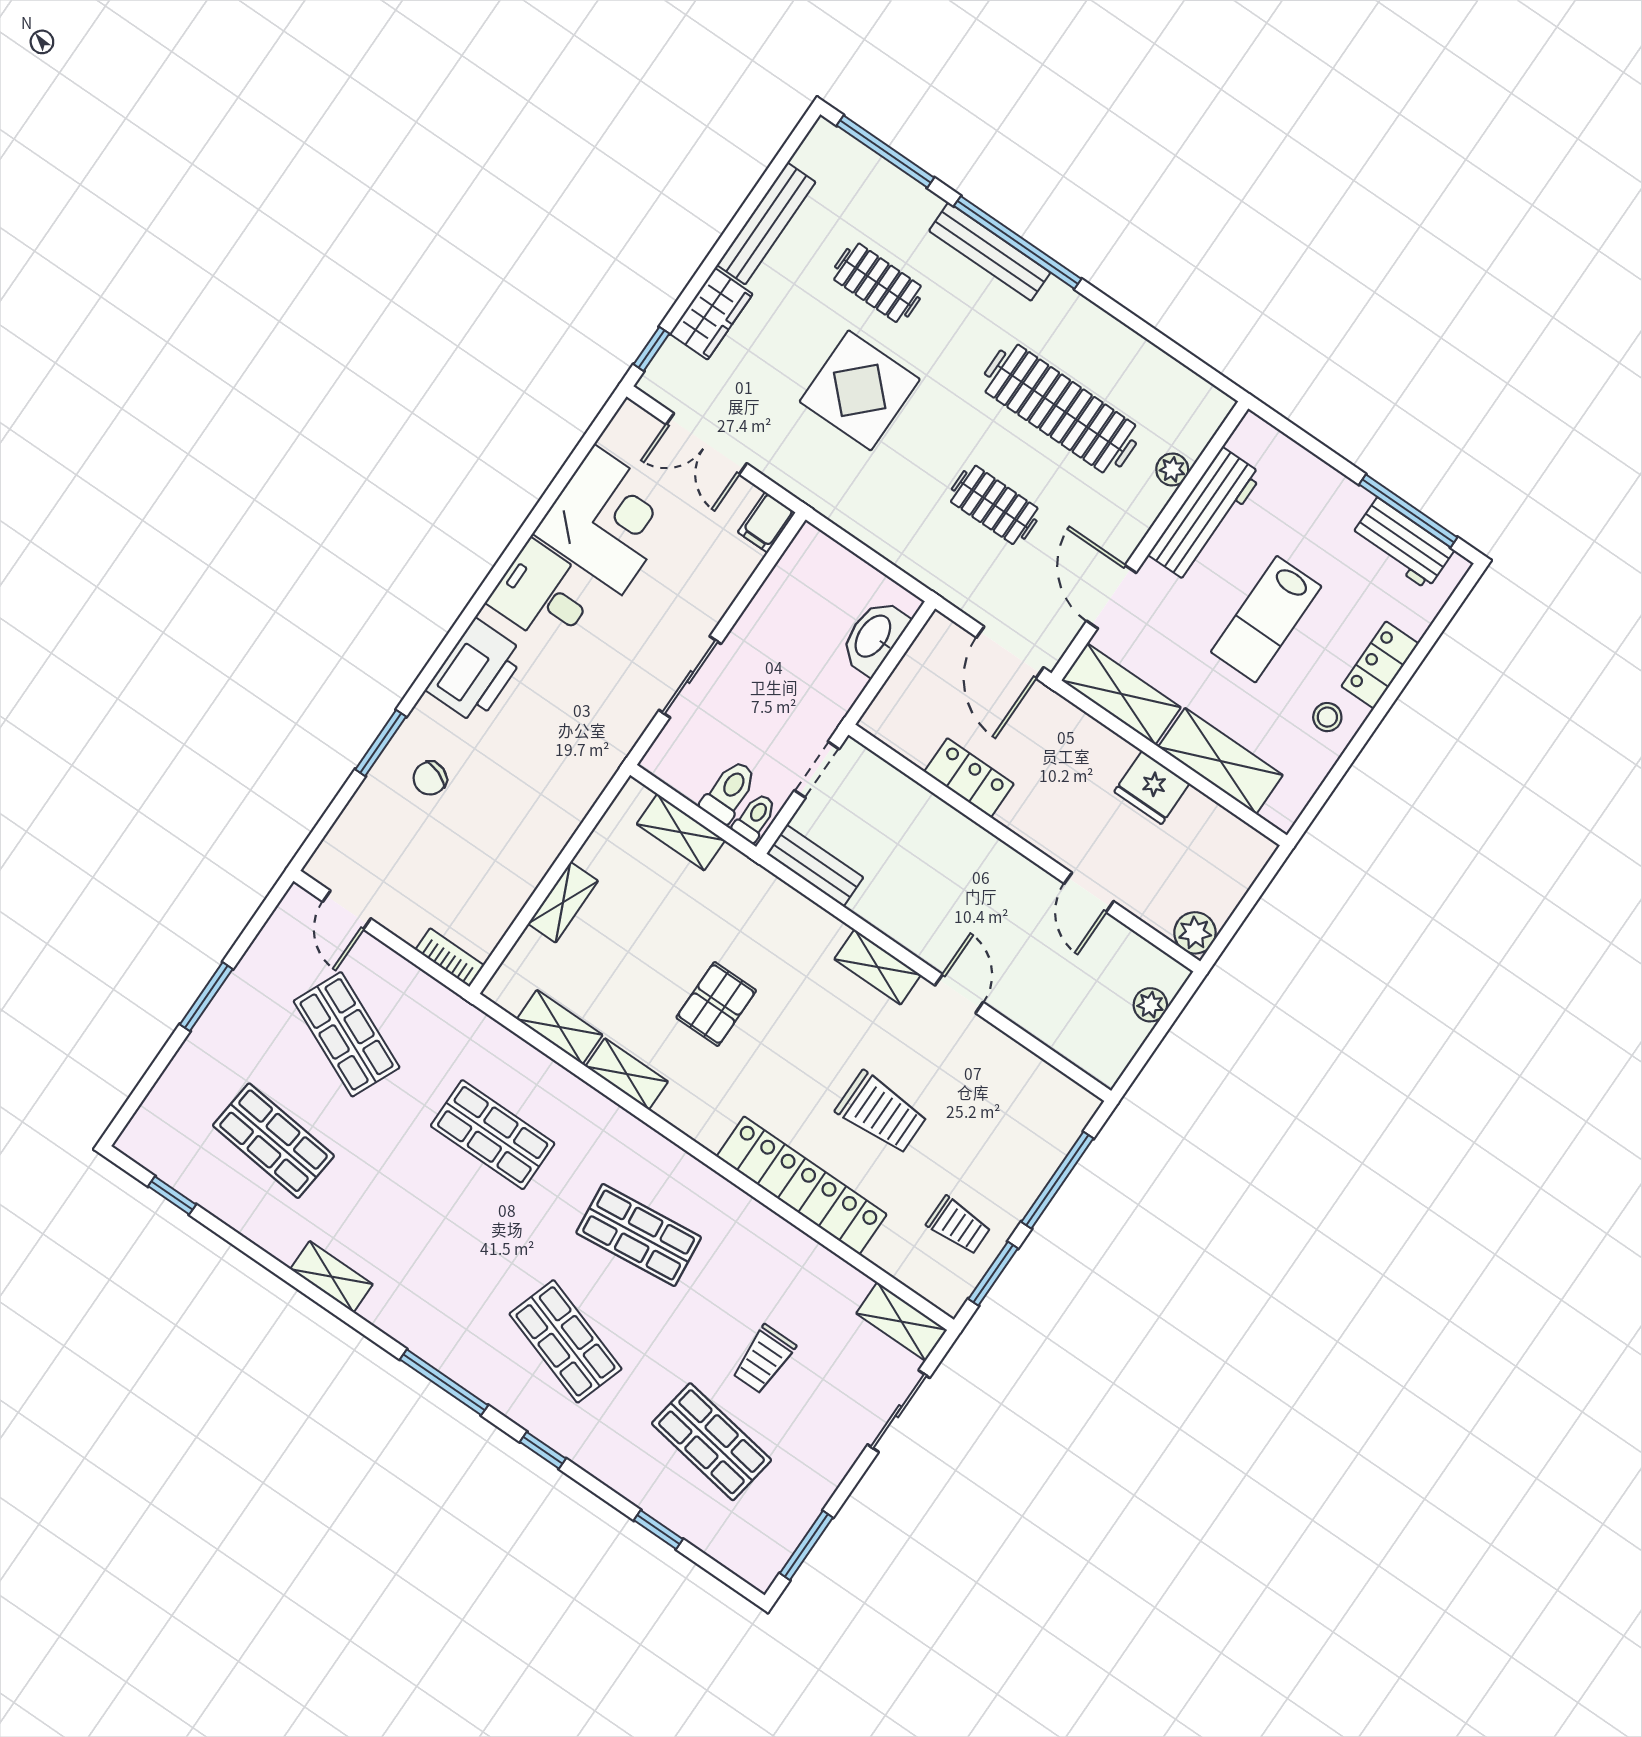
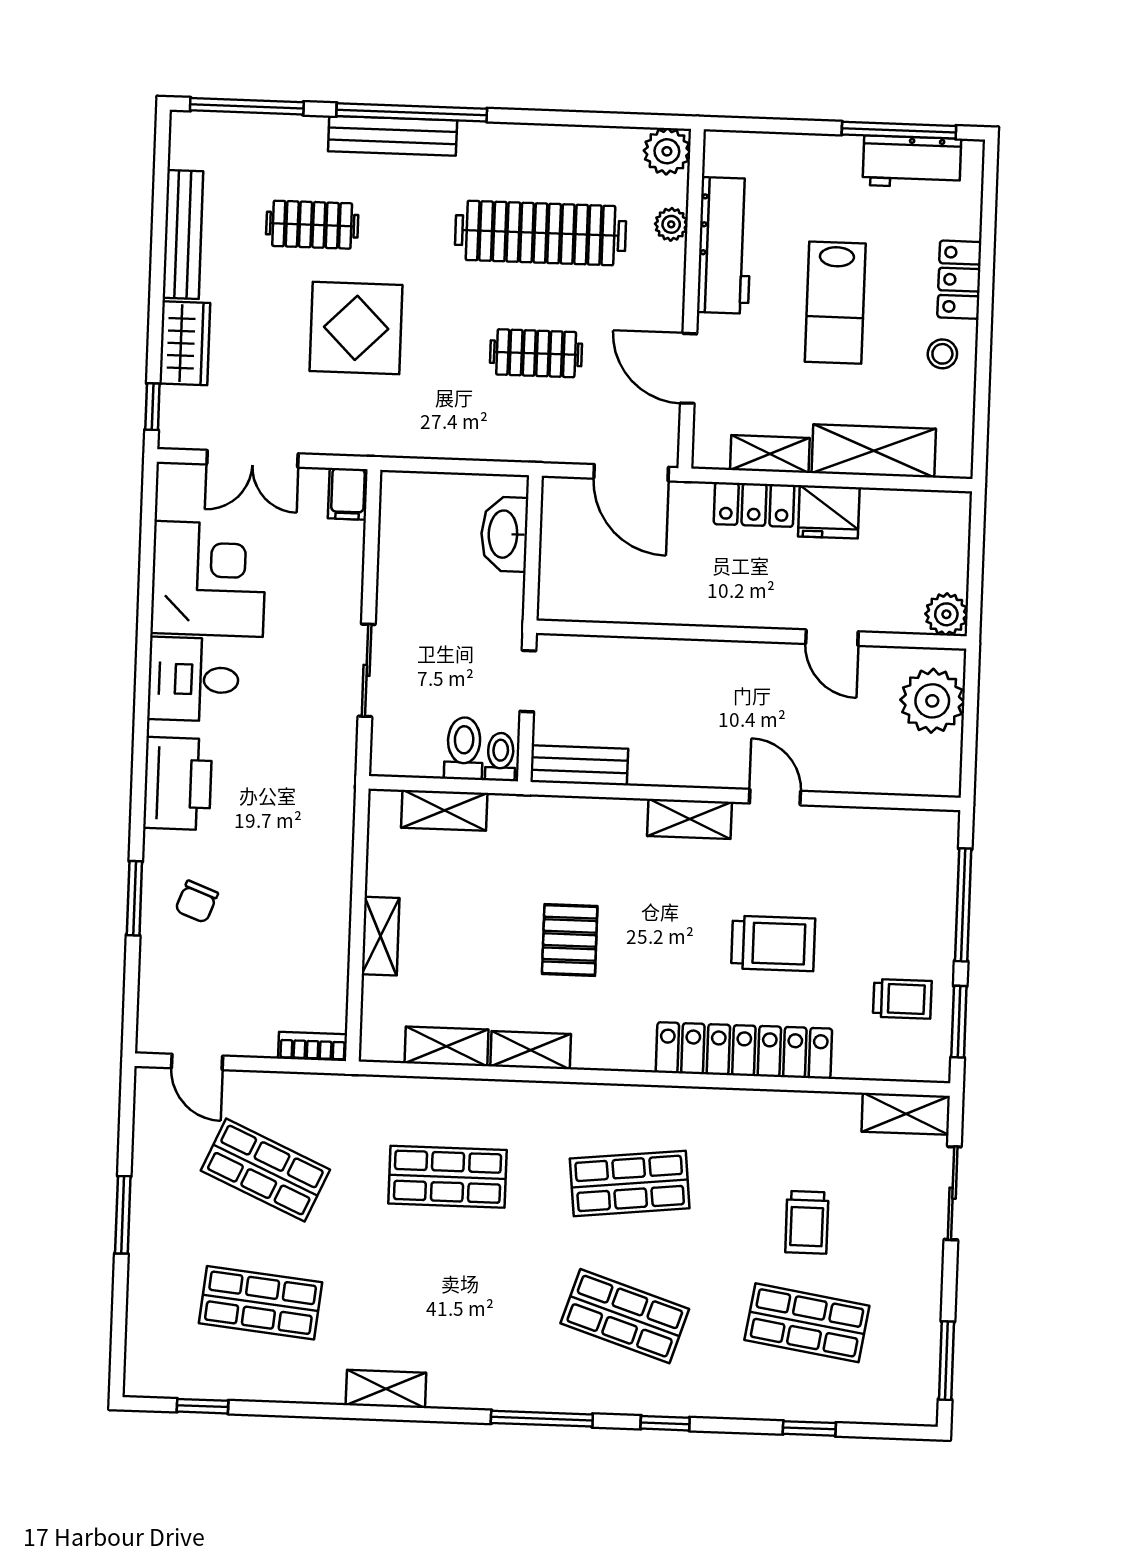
plant: (1207, 407) -> (667, 151), added
shelving: (1121, 694) -> (770, 454), width x0.67, depth x0.75
locker: (969, 778) -> (754, 505), moved, turned 180
plant: (1150, 1005) -> (932, 701), width x1.88, depth x1.88

